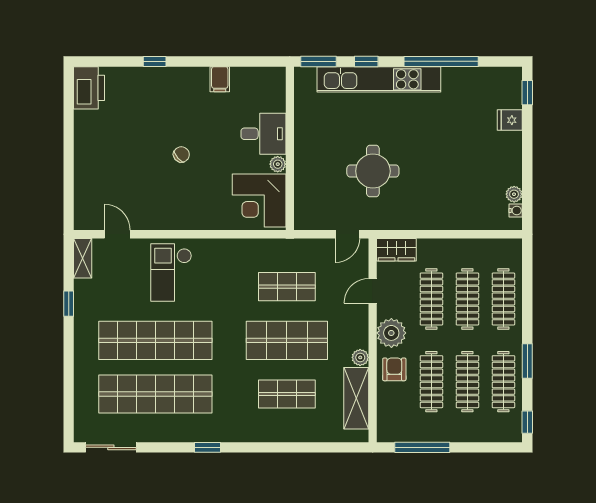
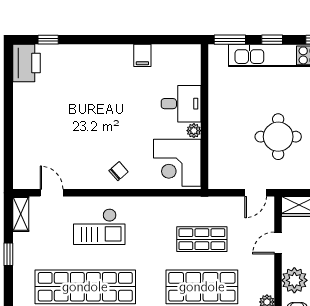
window: (155, 61) -> (48, 40), moved
chair: (181, 155) -> (118, 171), moved
checkout: (171, 272) -> (99, 227), turned -90

